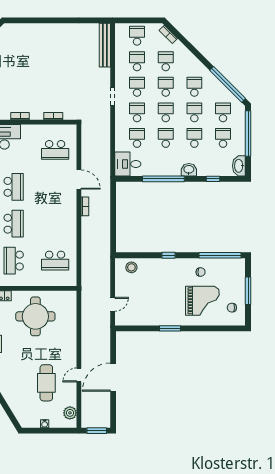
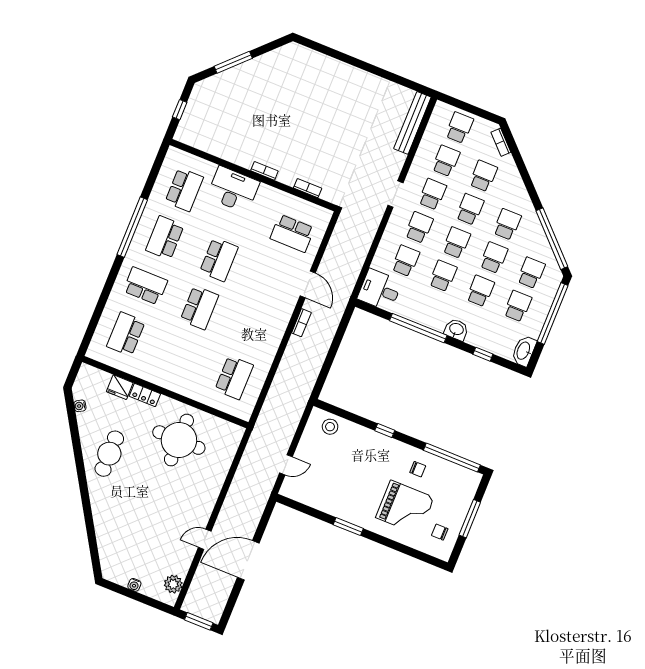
school desk: (14, 261) -> (180, 356), removed
school desk: (55, 261) -> (234, 378), turned -90
cafe table: (46, 383) -> (158, 532), removed

